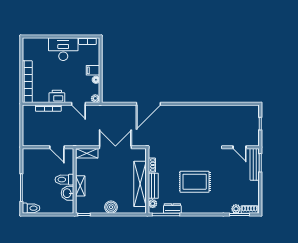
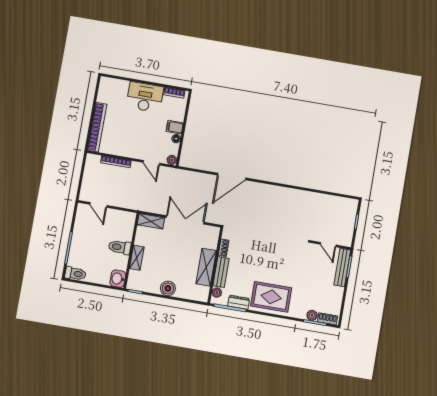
printer: (57, 96) -> (128, 150), removed
door: (57, 147) -> (98, 205), moved
rug: (195, 182) -> (271, 297), moved
shelving: (140, 184) -> (206, 267), width x0.68
washbasin: (67, 193) -> (118, 279), moved

